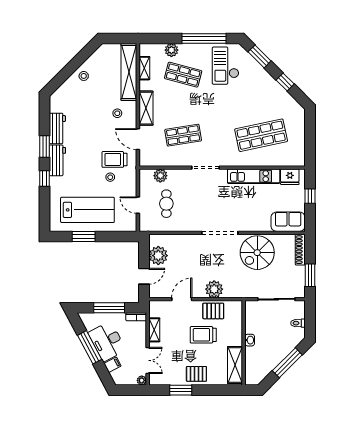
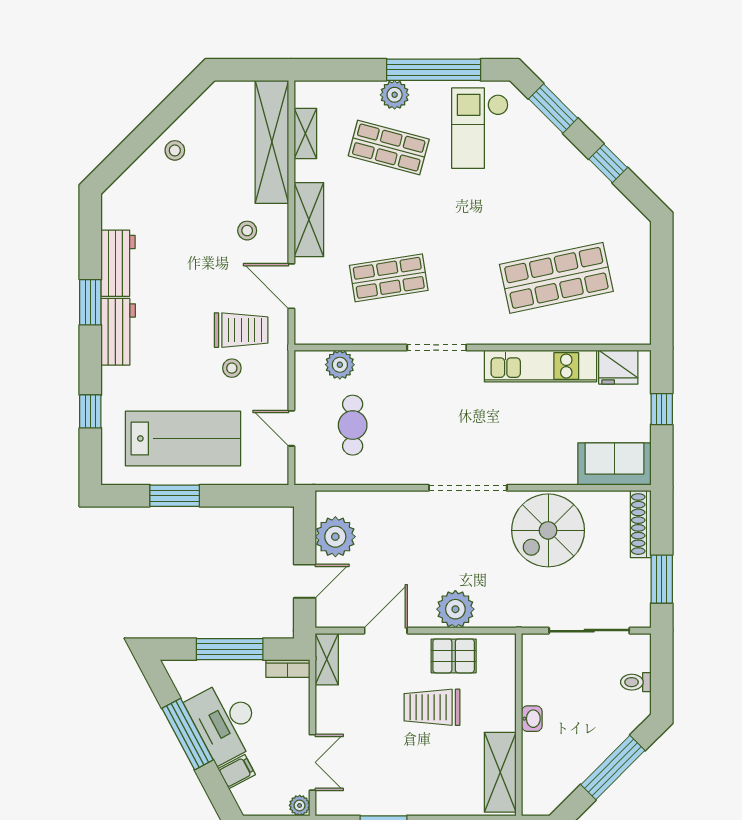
plant: (171, 50) -> (395, 95), moved
trolley: (114, 159) -> (241, 330), turned 180
window: (44, 179) -> (90, 411), moved
shelving: (154, 330) -> (327, 659), moved
pallet: (196, 374) -> (417, 791), removed

